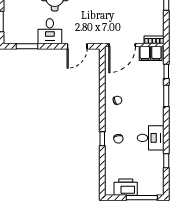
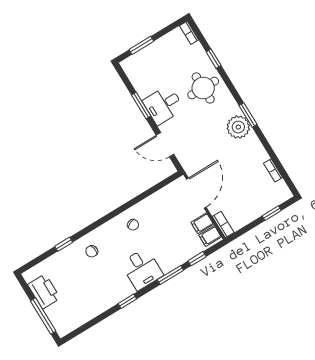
door: (122, 45) -> (196, 193), swing flipped
window: (27, 46) -> (141, 106), moved
desk: (151, 138) -> (142, 269), moved
window: (102, 139) -> (64, 244), moved
window: (166, 161) -> (127, 301), moved

